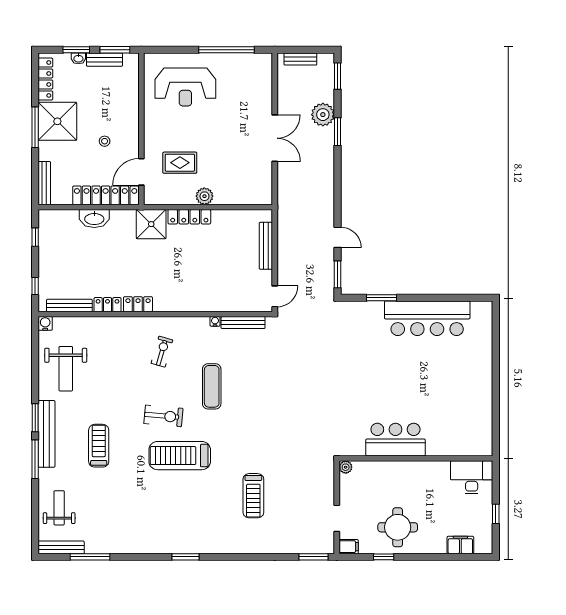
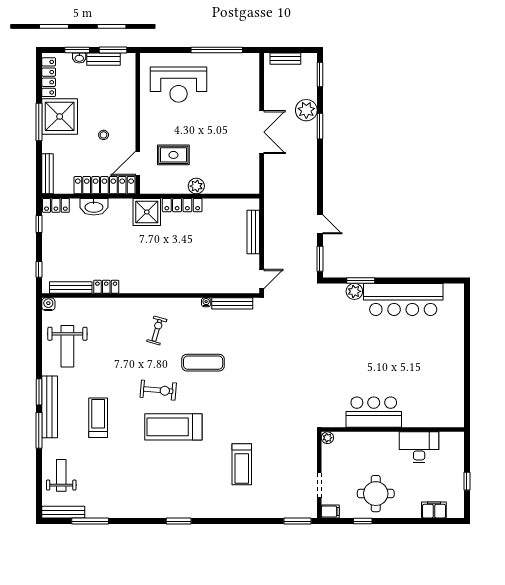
locker: (138, 304) -> (56, 205), moved, turned 180
plant: (375, 310) -> (354, 291), added
exercise mat: (212, 386) -> (203, 363), turned 90
desk: (472, 477) -> (419, 447), moved

